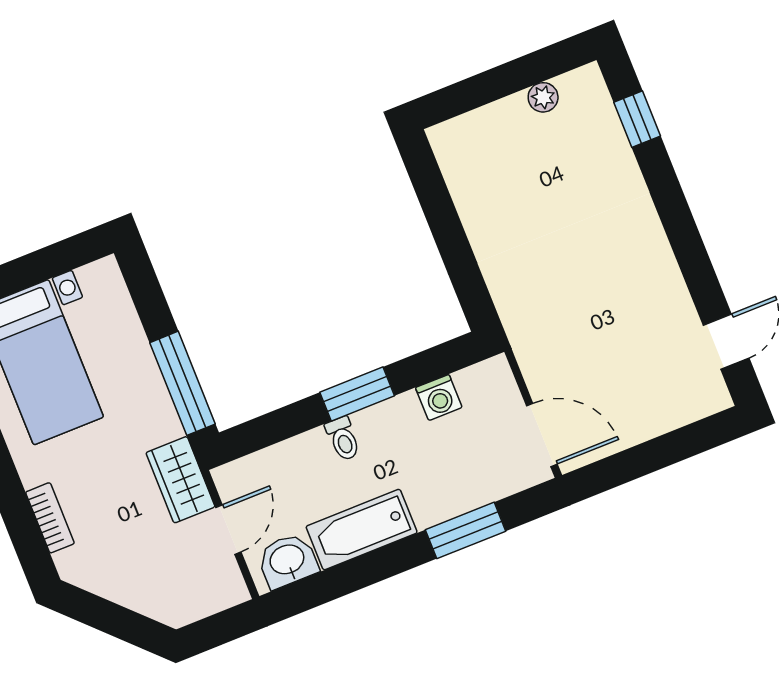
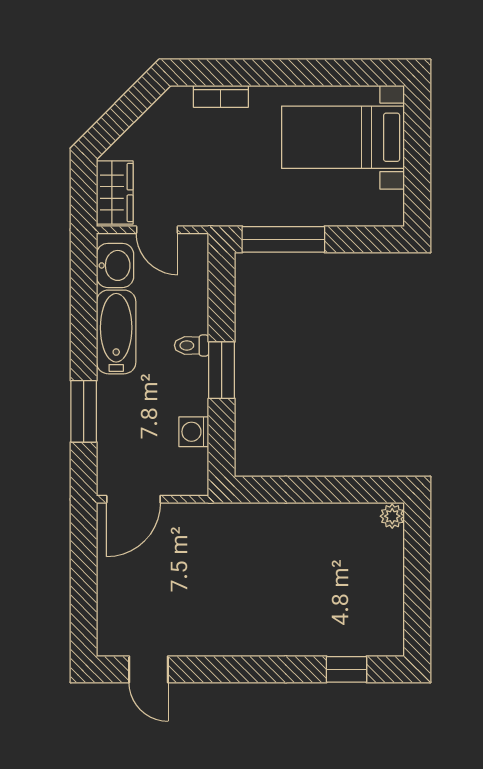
plant: (543, 97) -> (392, 516), moved
wardrobe: (180, 480) -> (115, 192), moved, turned 90

